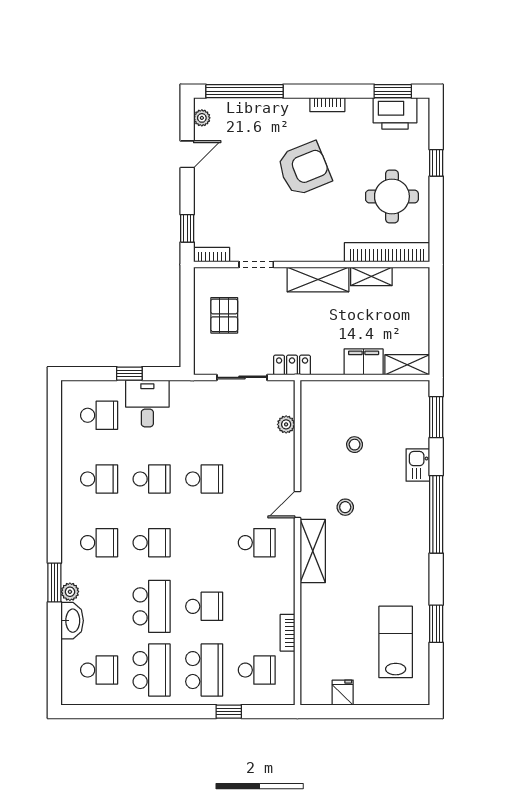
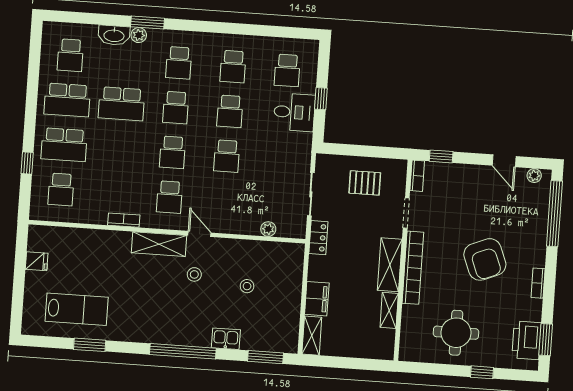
bookcase: (387, 252) -> (413, 268), moved
school desk: (204, 606) -> (173, 152), moved
bookcase: (287, 633) -> (124, 220), moved

